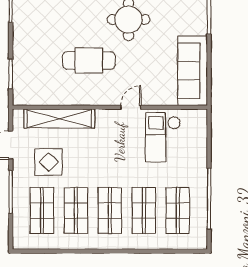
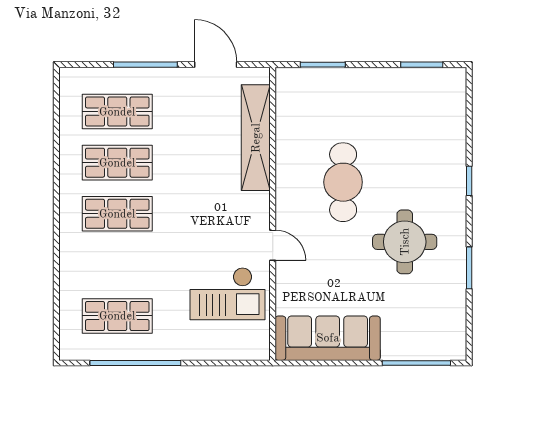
checkout: (163, 137) -> (228, 294), turned 180
display table: (49, 162) -> (190, 122), removed
shop shelf: (144, 211) -> (117, 265), removed

